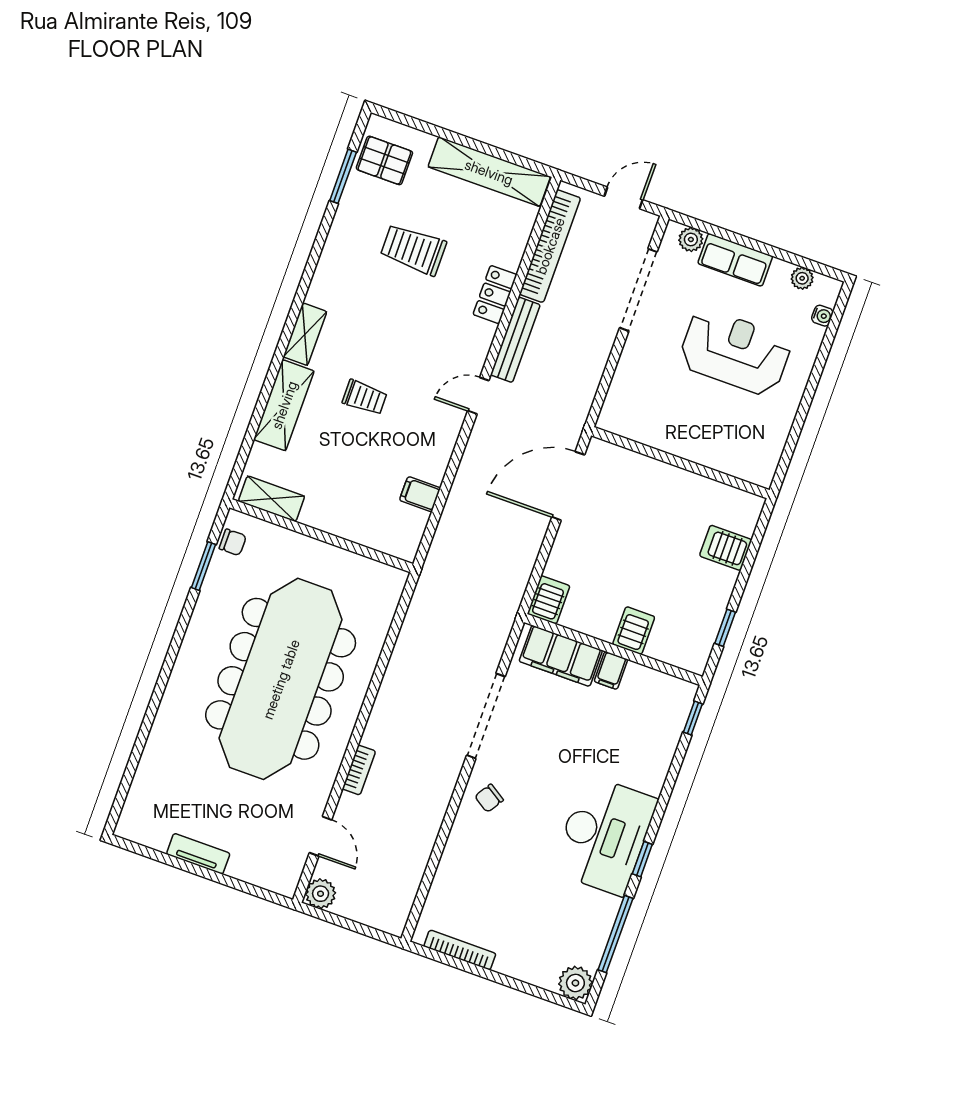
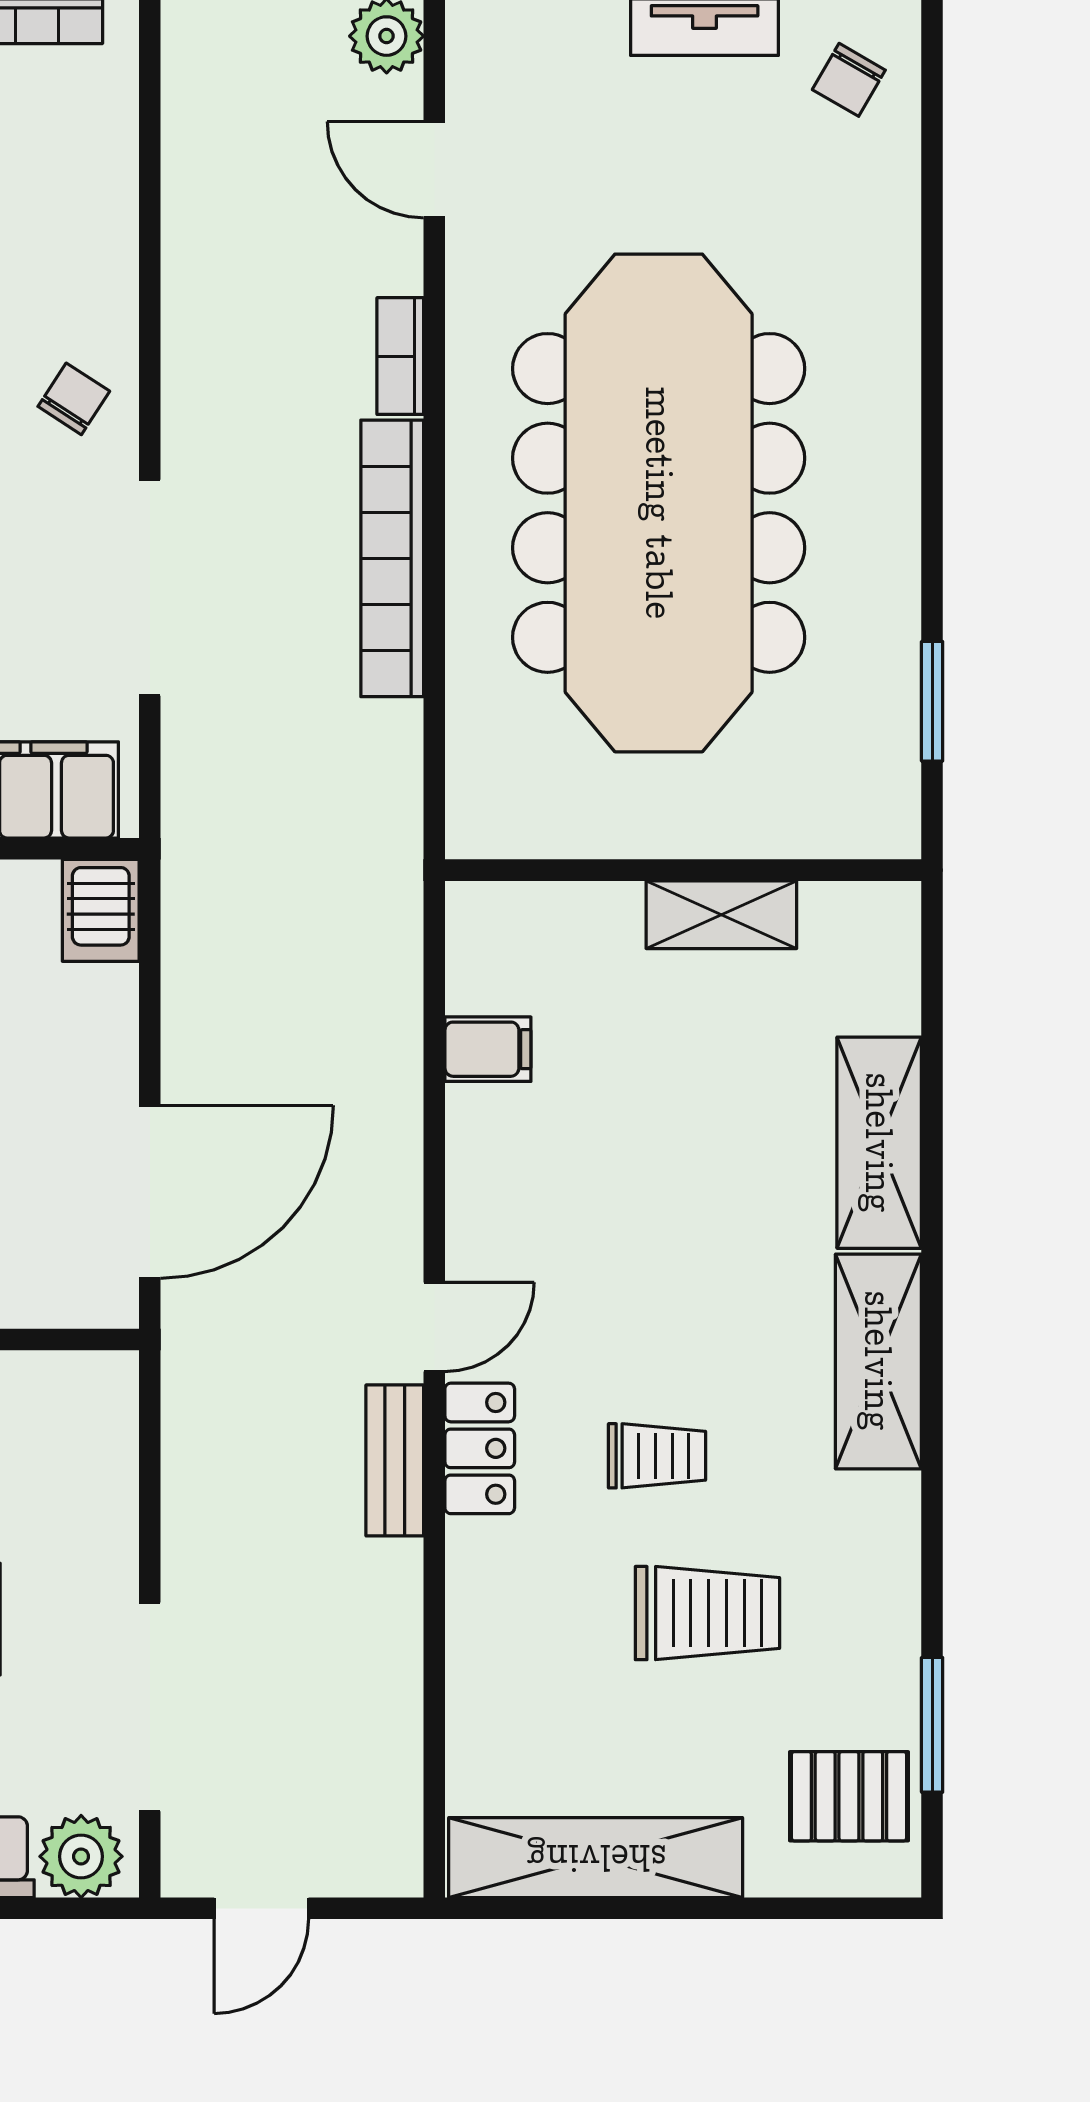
plant: (691, 239) -> (81, 1856), width x1.38, depth x1.38
bookcase: (550, 246) -> (392, 558), moved
locker: (495, 295) -> (480, 1448), moved
shelving: (305, 334) -> (878, 1361), width x1.50, depth x1.33
bench: (515, 340) -> (395, 1460), width x0.73
trolley: (365, 397) -> (657, 1456), moved, turned 180
shelving: (272, 499) -> (721, 915), moved
chair: (233, 542) -> (849, 80), moved, turned -60

